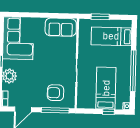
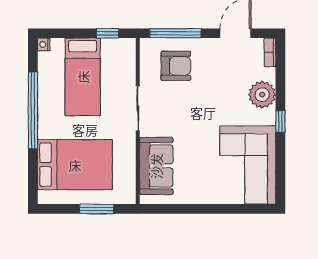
sofa: (61, 27) -> (156, 166), moved, turned 90
bed: (111, 36) -> (75, 165), width x1.50
window: (108, 112) -> (108, 33), moved

